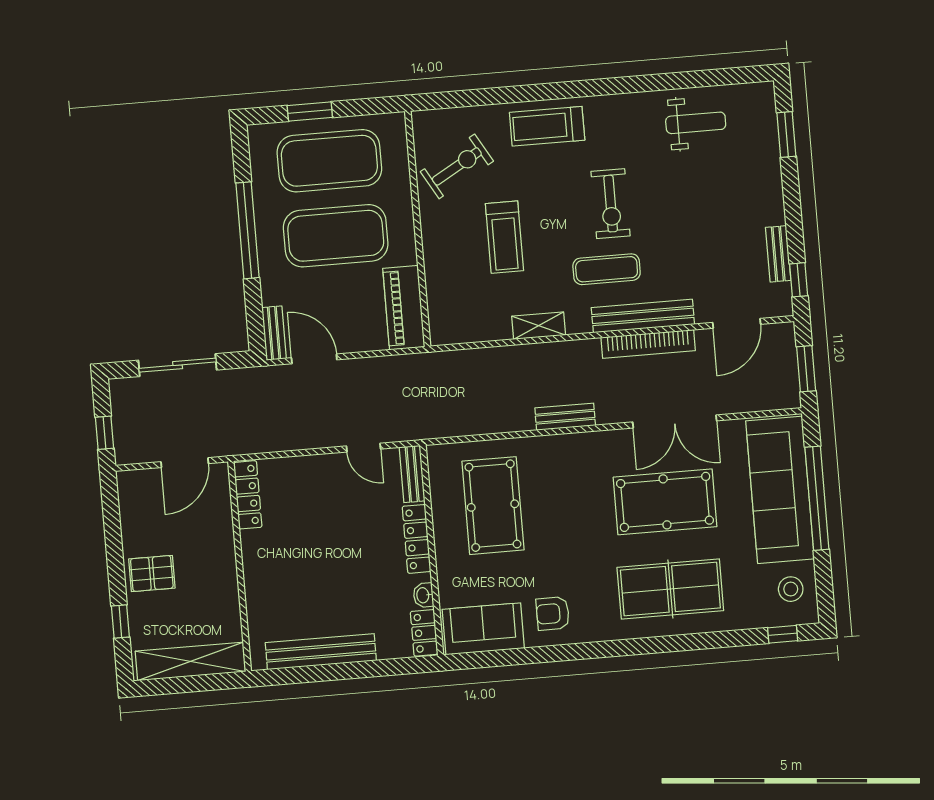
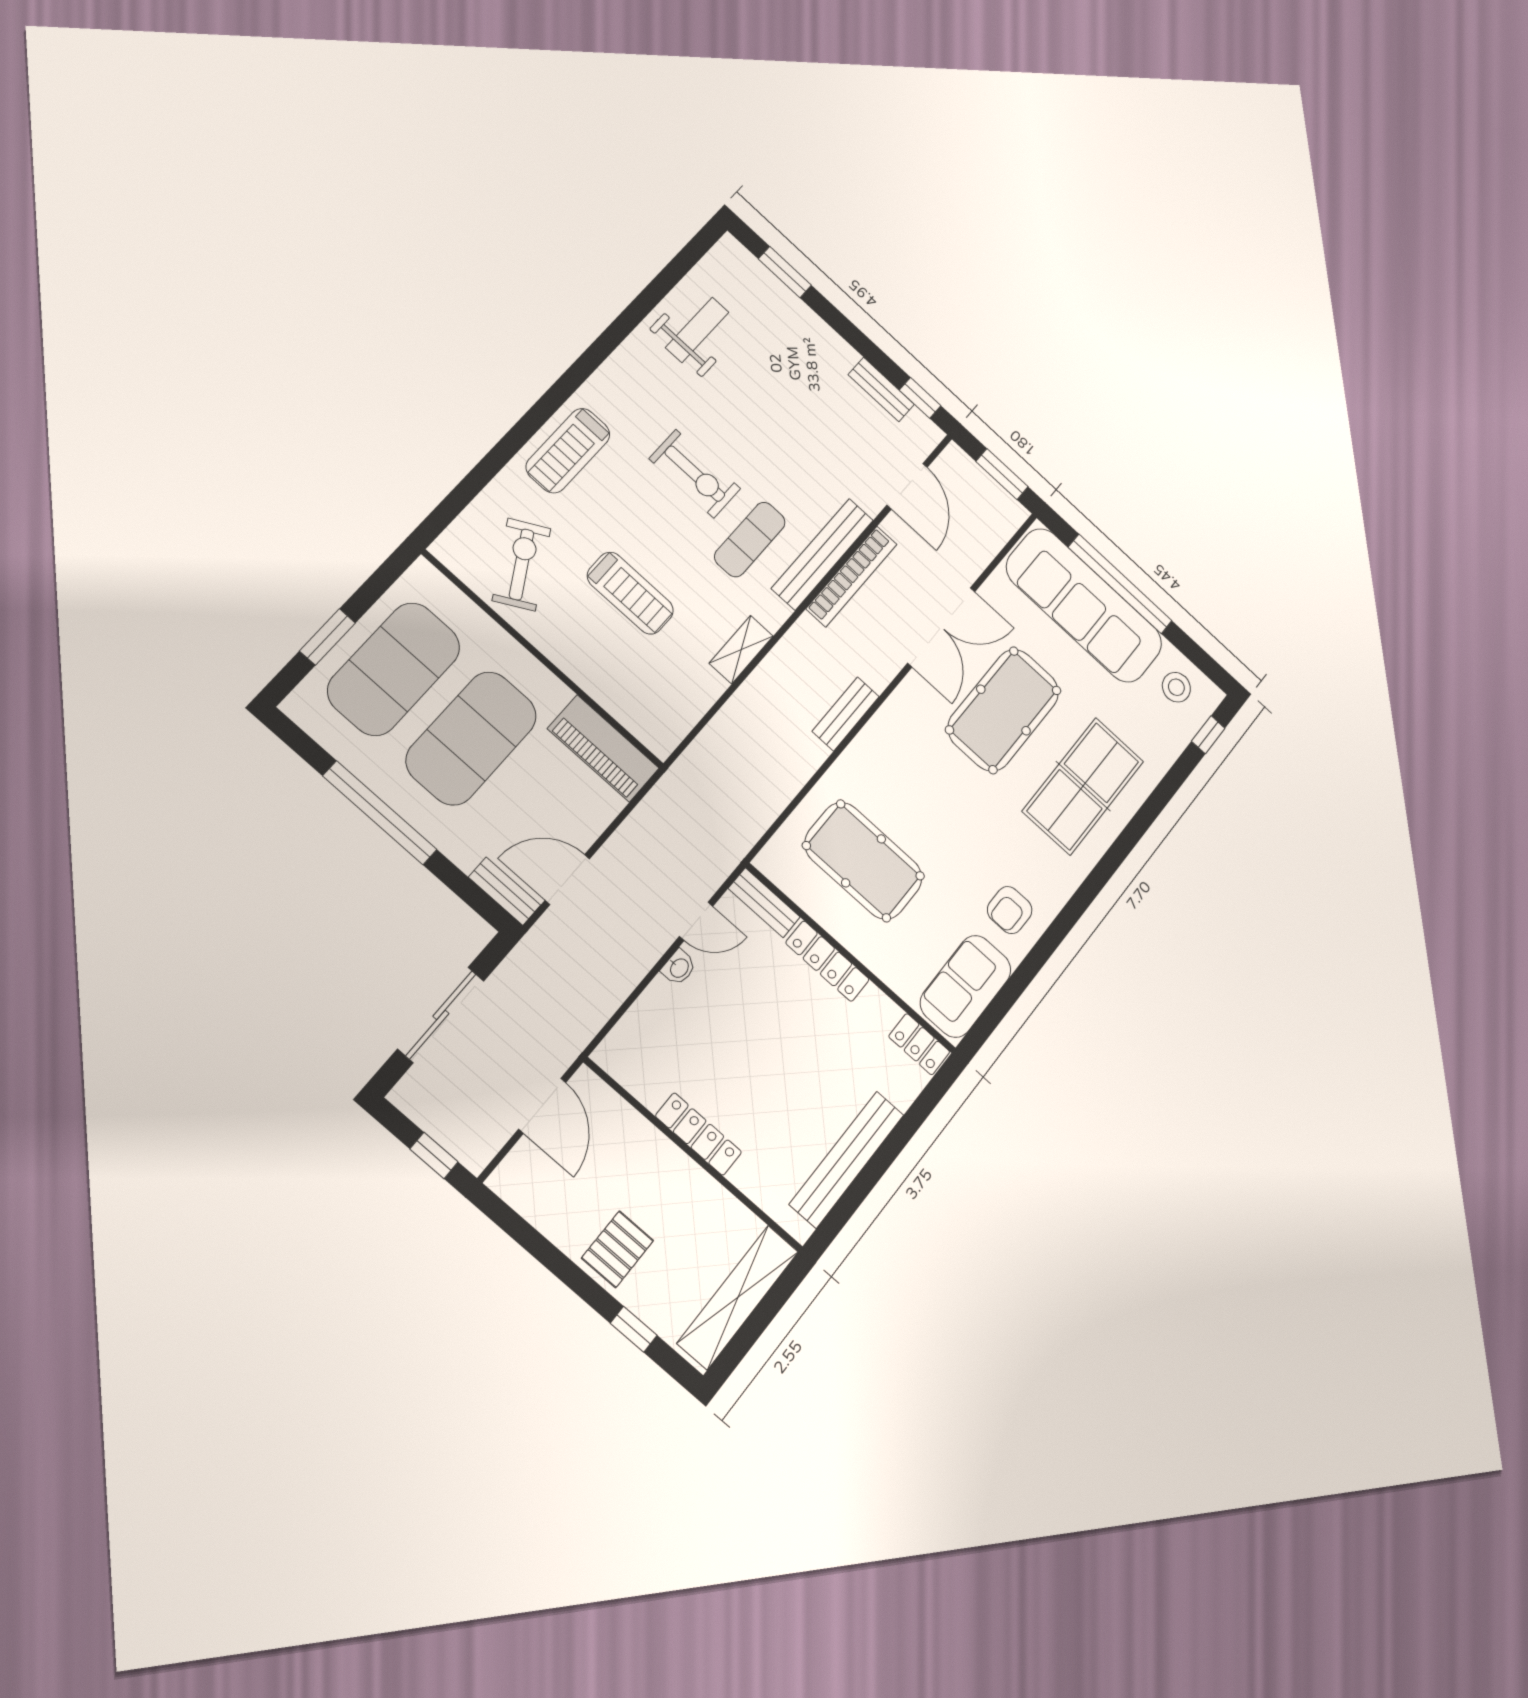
locker: (248, 495) -> (699, 1134), moved
washbasin: (423, 595) -> (679, 968), moved, turned -90

